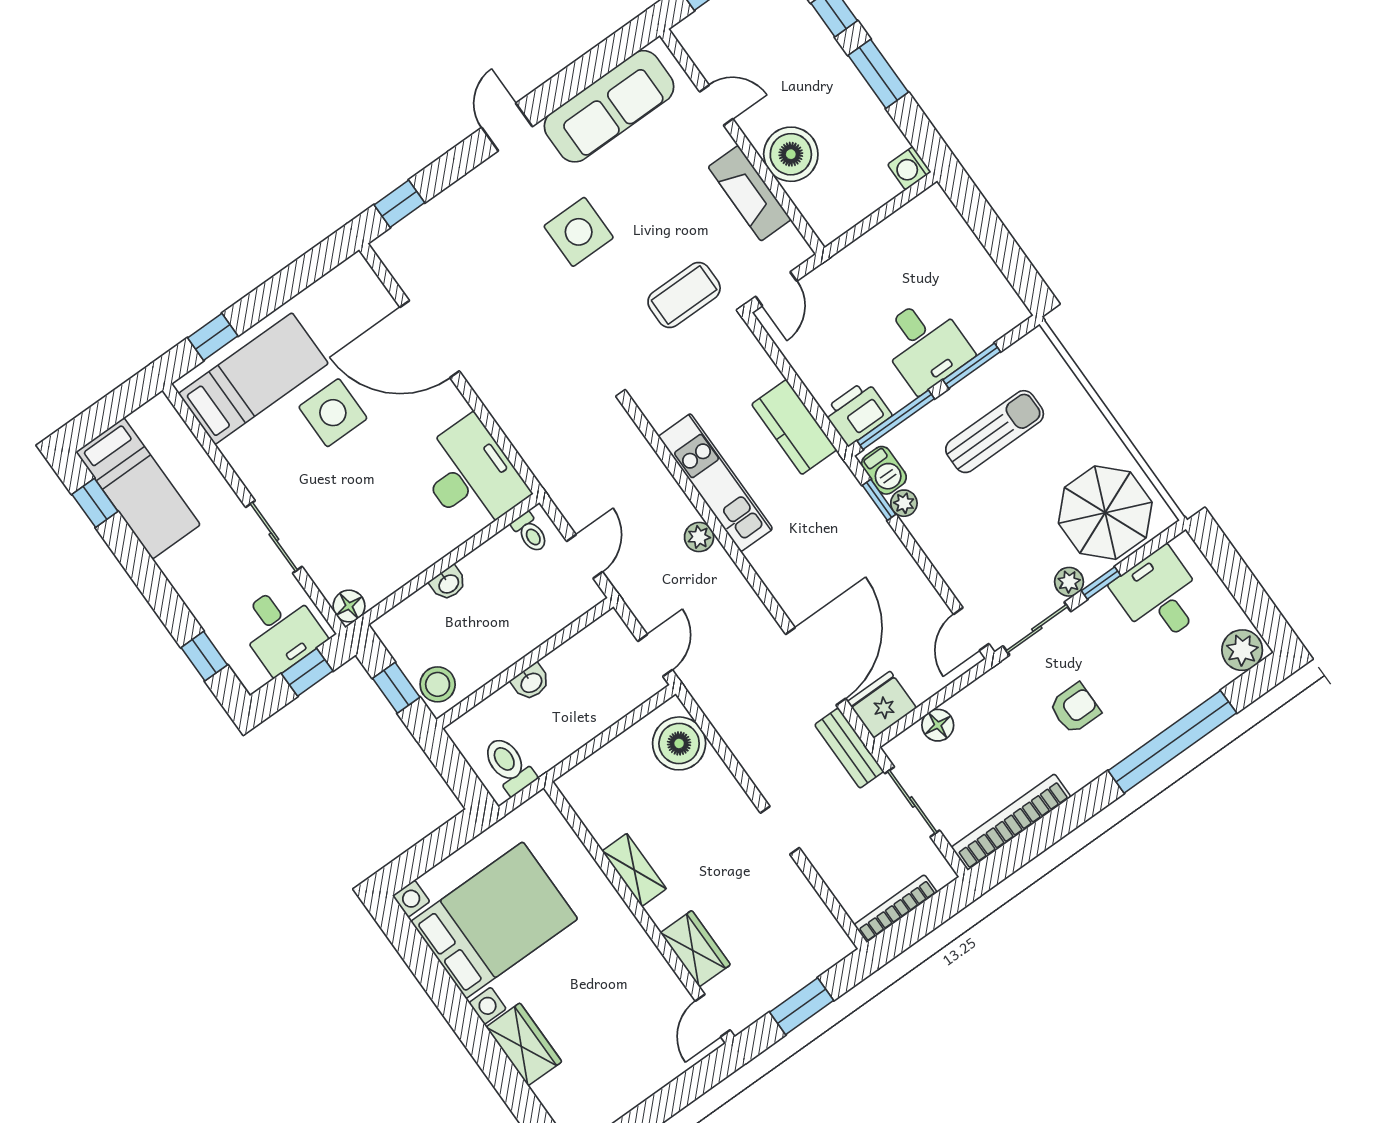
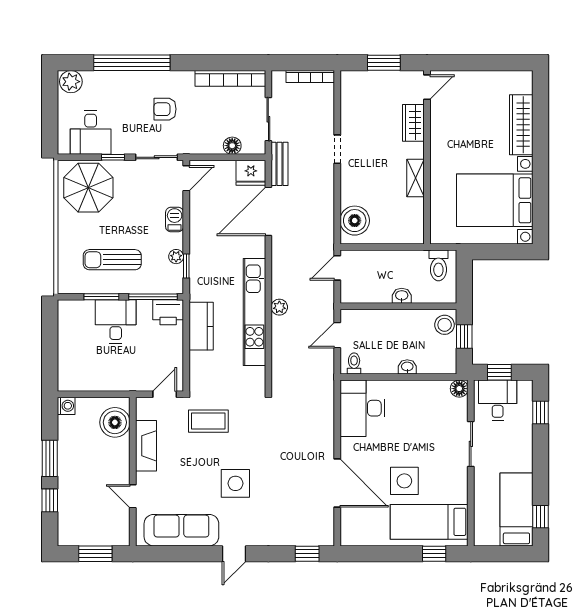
boiler: (791, 154) -> (115, 422), moved
barbecue: (884, 470) -> (175, 220), moved
kitchen unit: (716, 483) -> (254, 312), width x1.36
plant: (1069, 582) -> (127, 168), removed
wardrobe: (524, 1044) -> (521, 125), width x1.50

